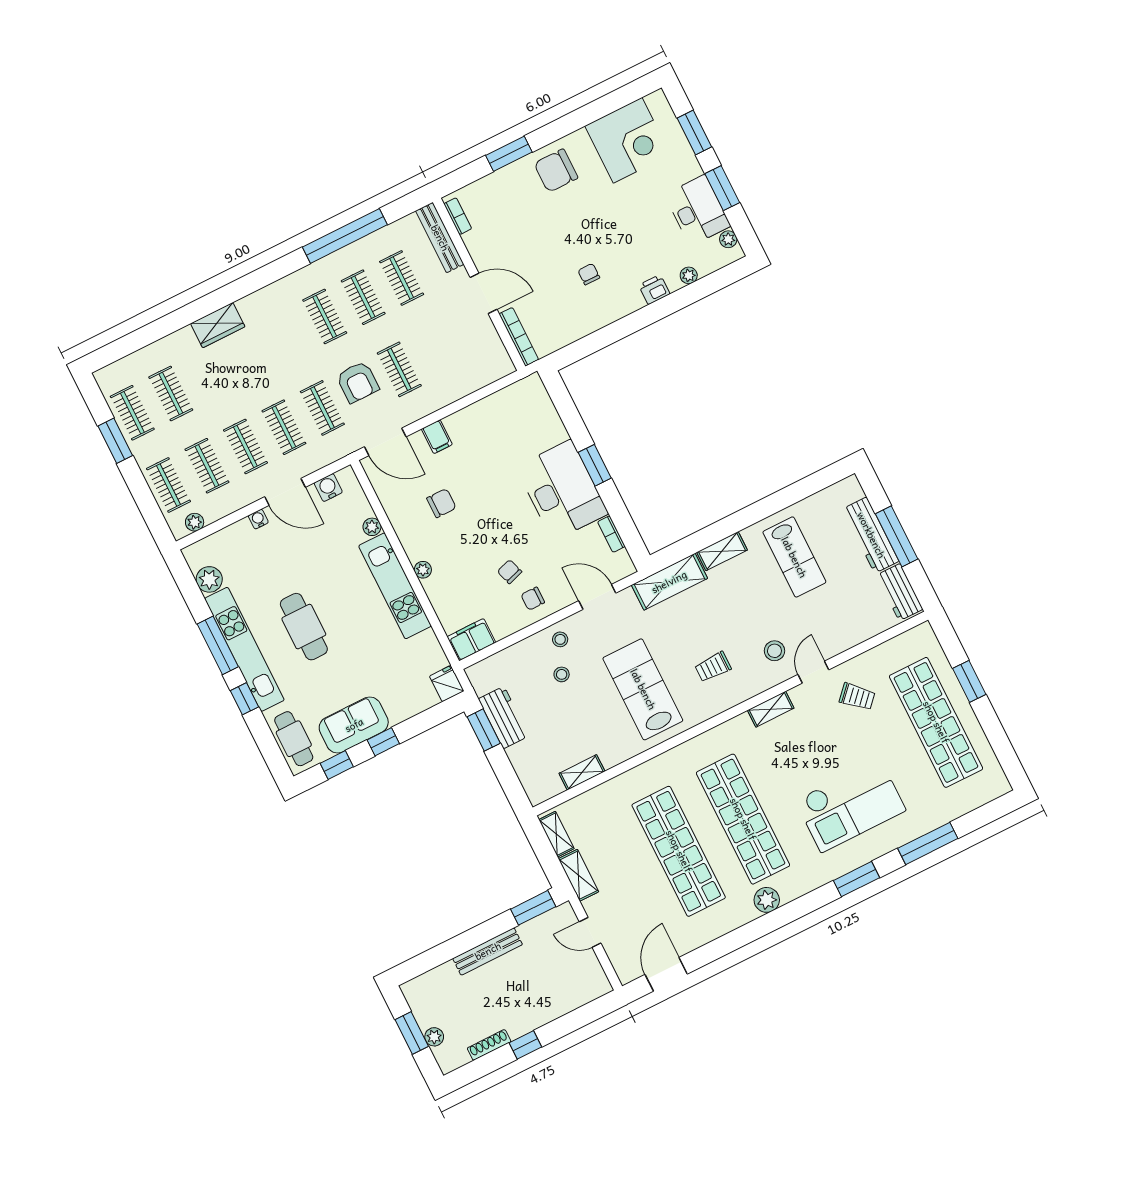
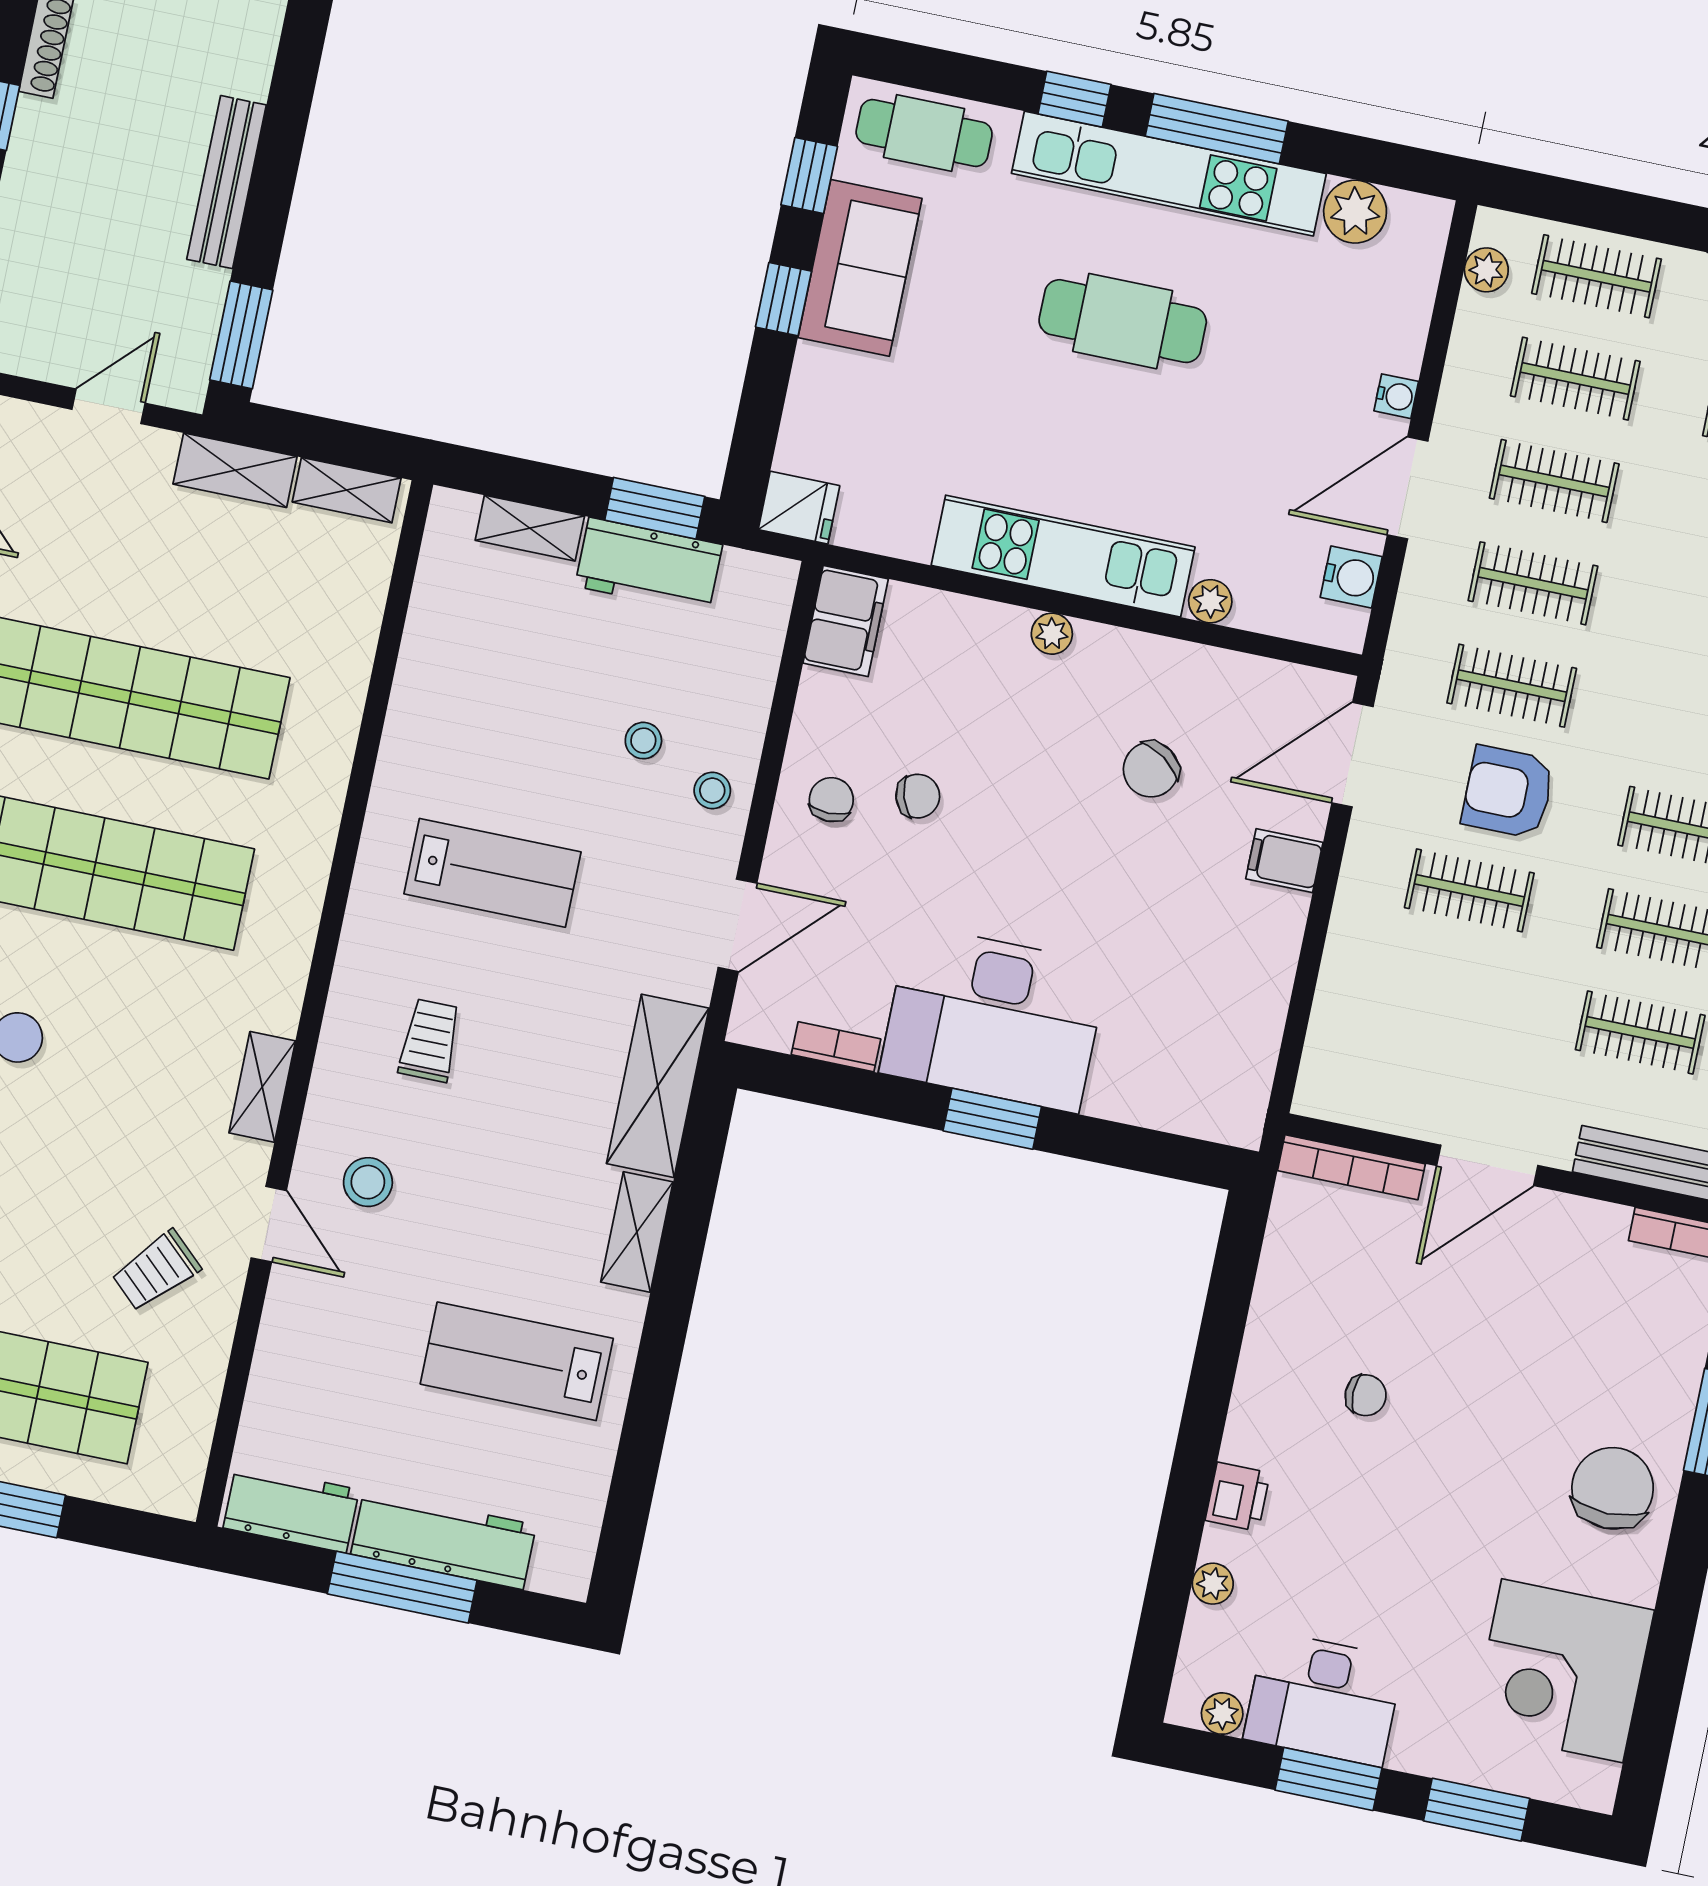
chair: (441, 503) -> (1151, 769), turned 35
lab bench: (643, 689) -> (492, 873), width x0.73, depth x0.72
shelving: (582, 772) -> (530, 528), moved, turned 90

